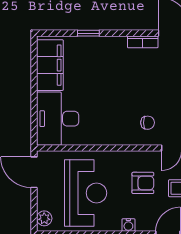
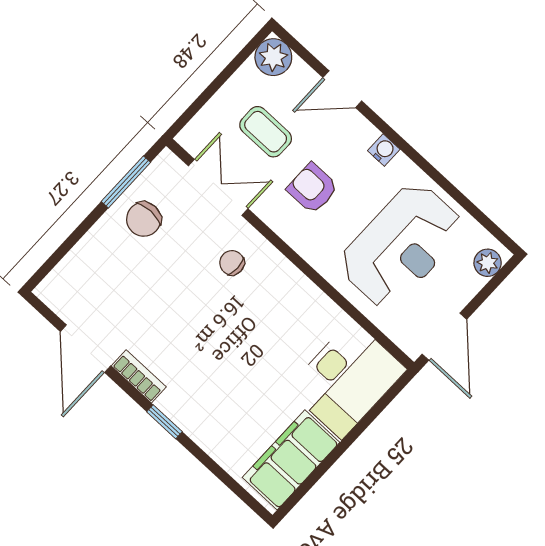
window: (88, 33) -> (164, 422), moved
reception desk: (86, 193) -> (401, 246), turned 180

